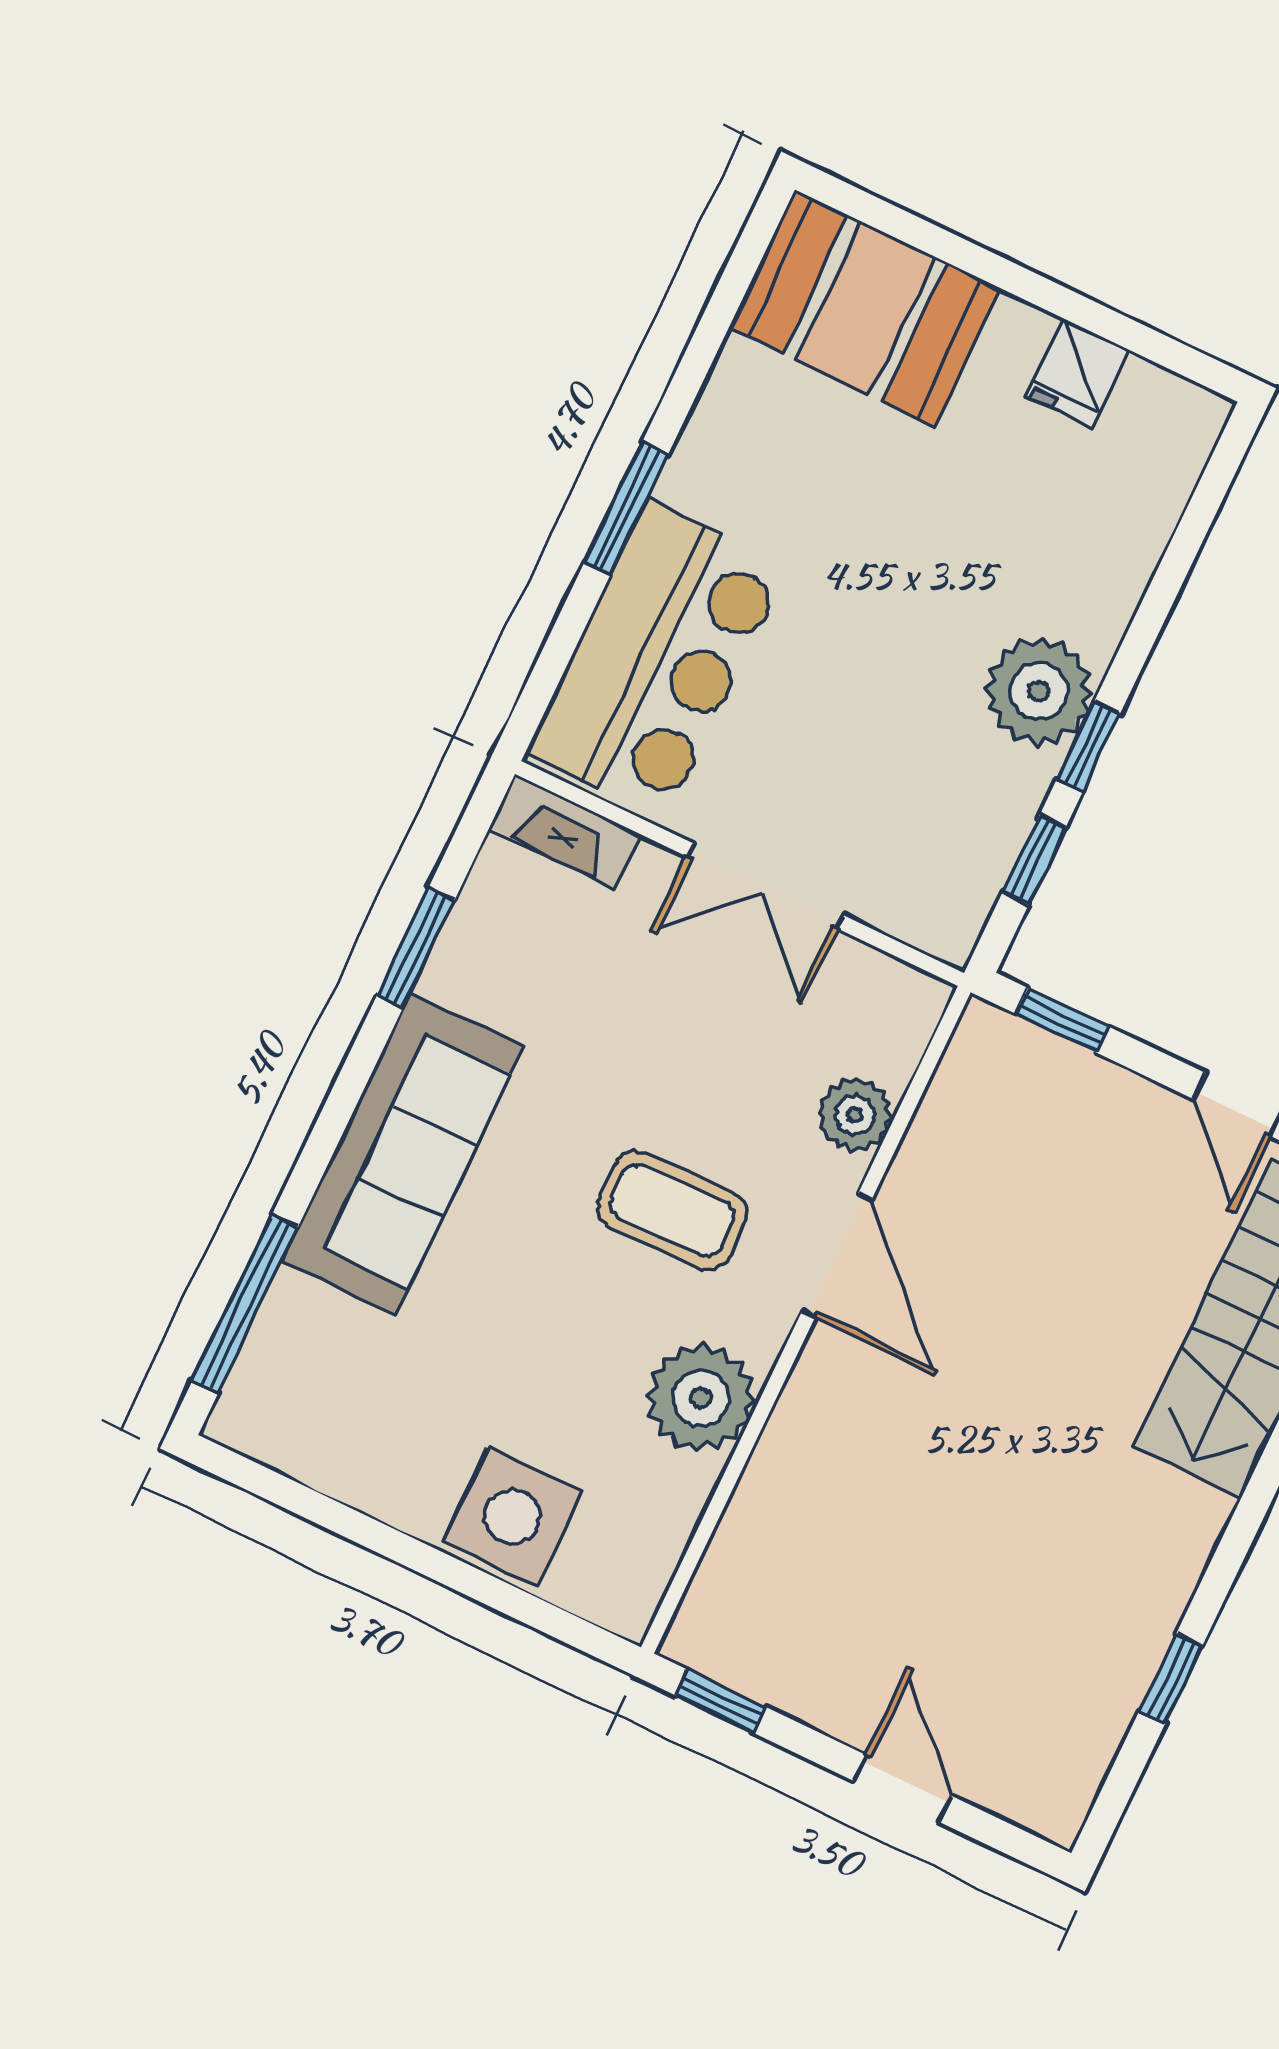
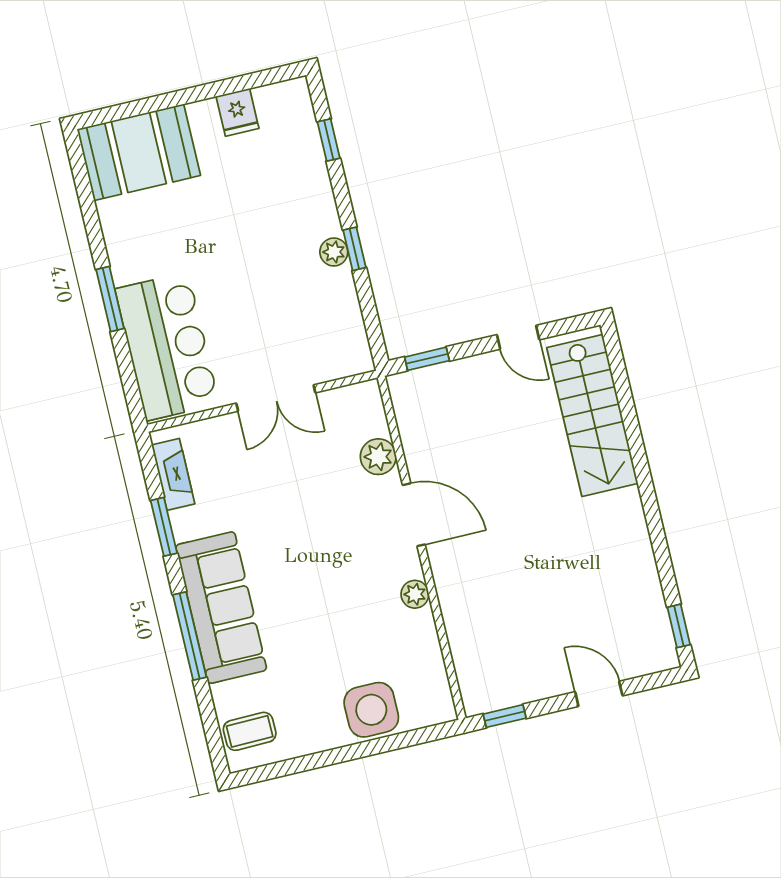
plant: (1039, 691) -> (334, 252), width x0.53, depth x0.53
fireplace: (565, 831) -> (173, 474), moved, turned -90
window: (1034, 860) -> (329, 140), moved
coffee table: (672, 1210) -> (250, 731), moved, width x0.73, depth x0.77
window: (245, 1304) -> (190, 636), moved
plant: (701, 1398) -> (415, 594), width x0.53, depth x0.53
window: (1171, 1679) -> (679, 626), moved

